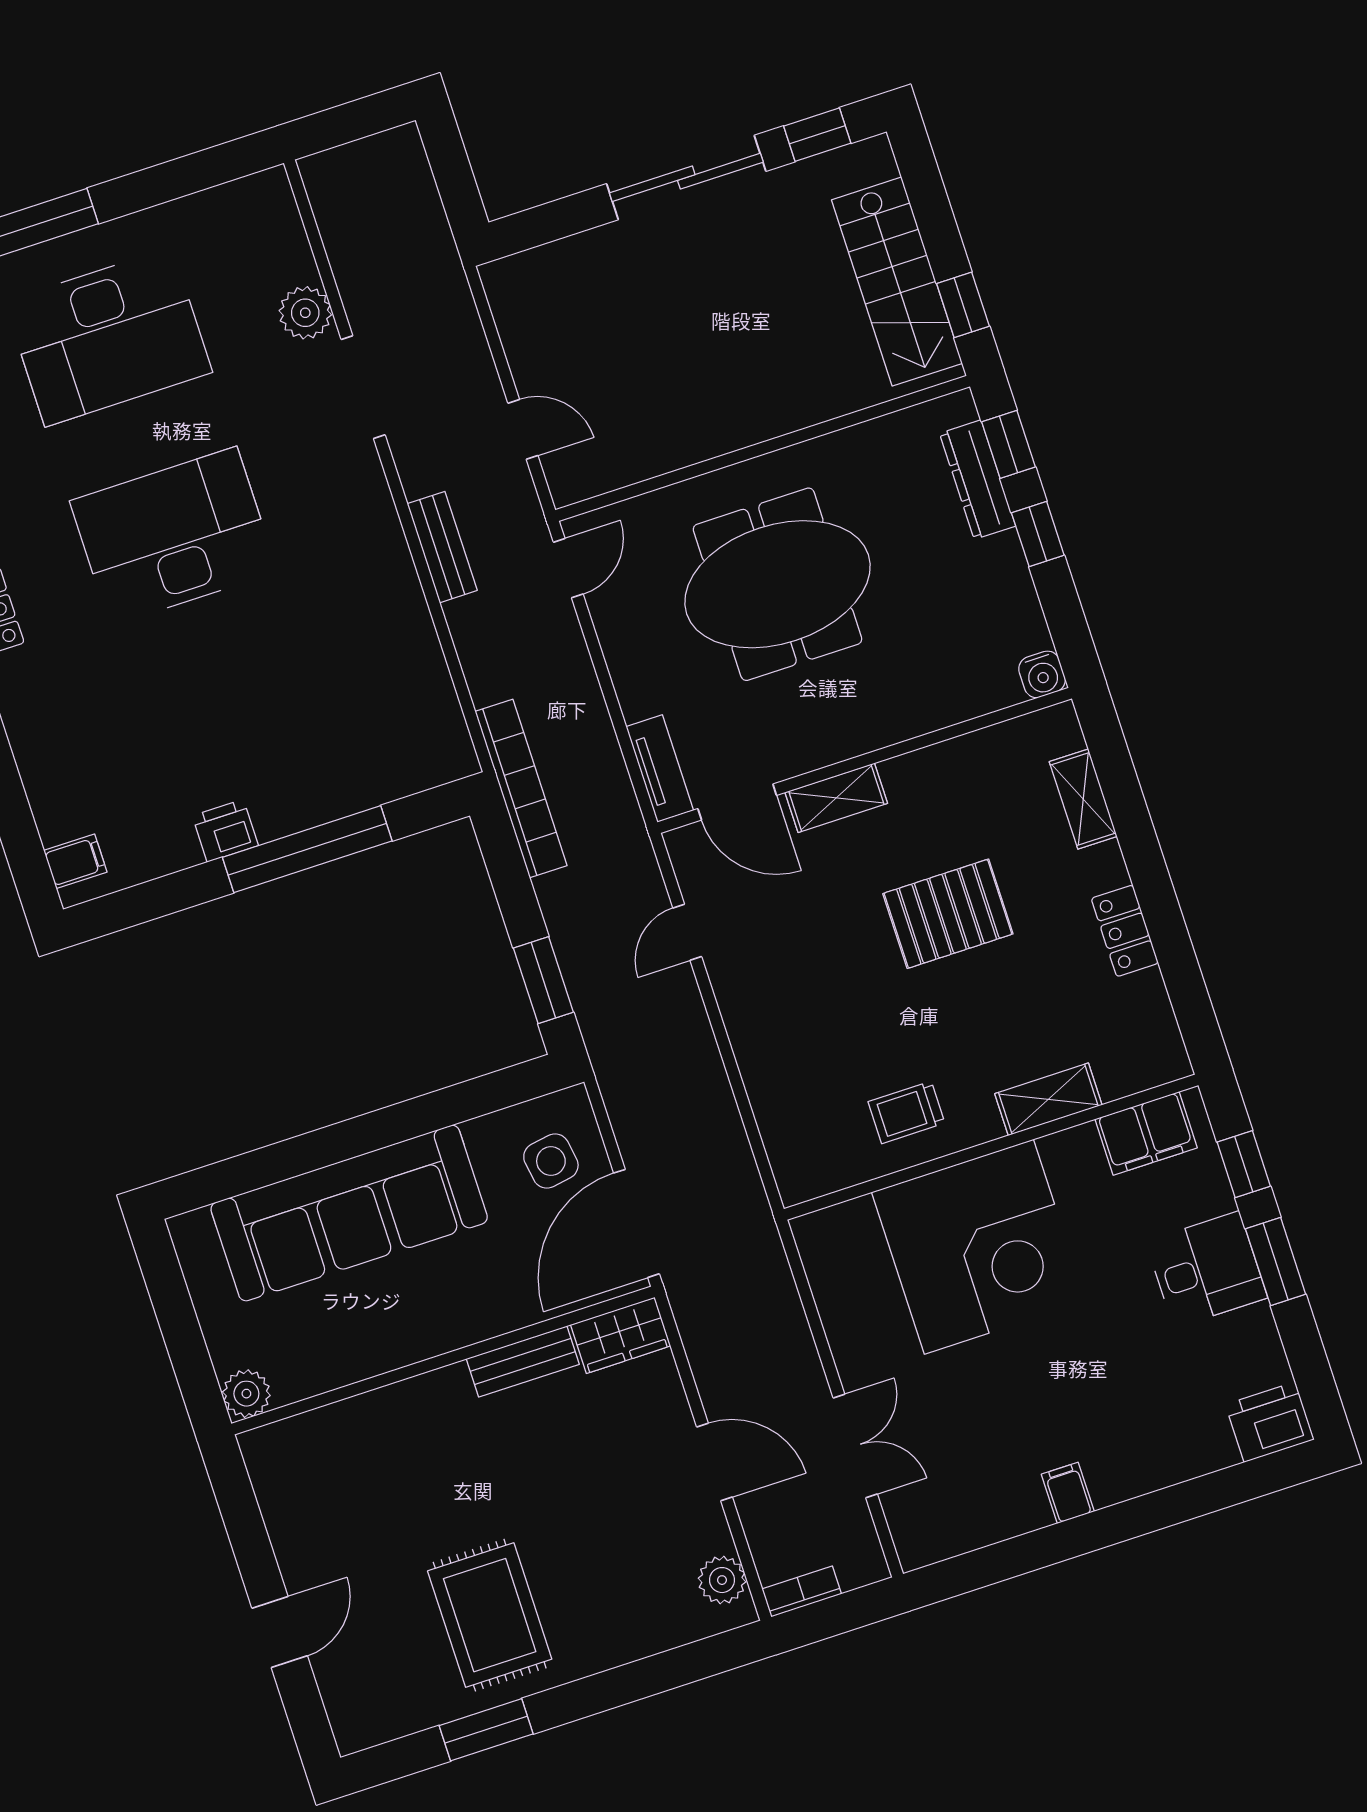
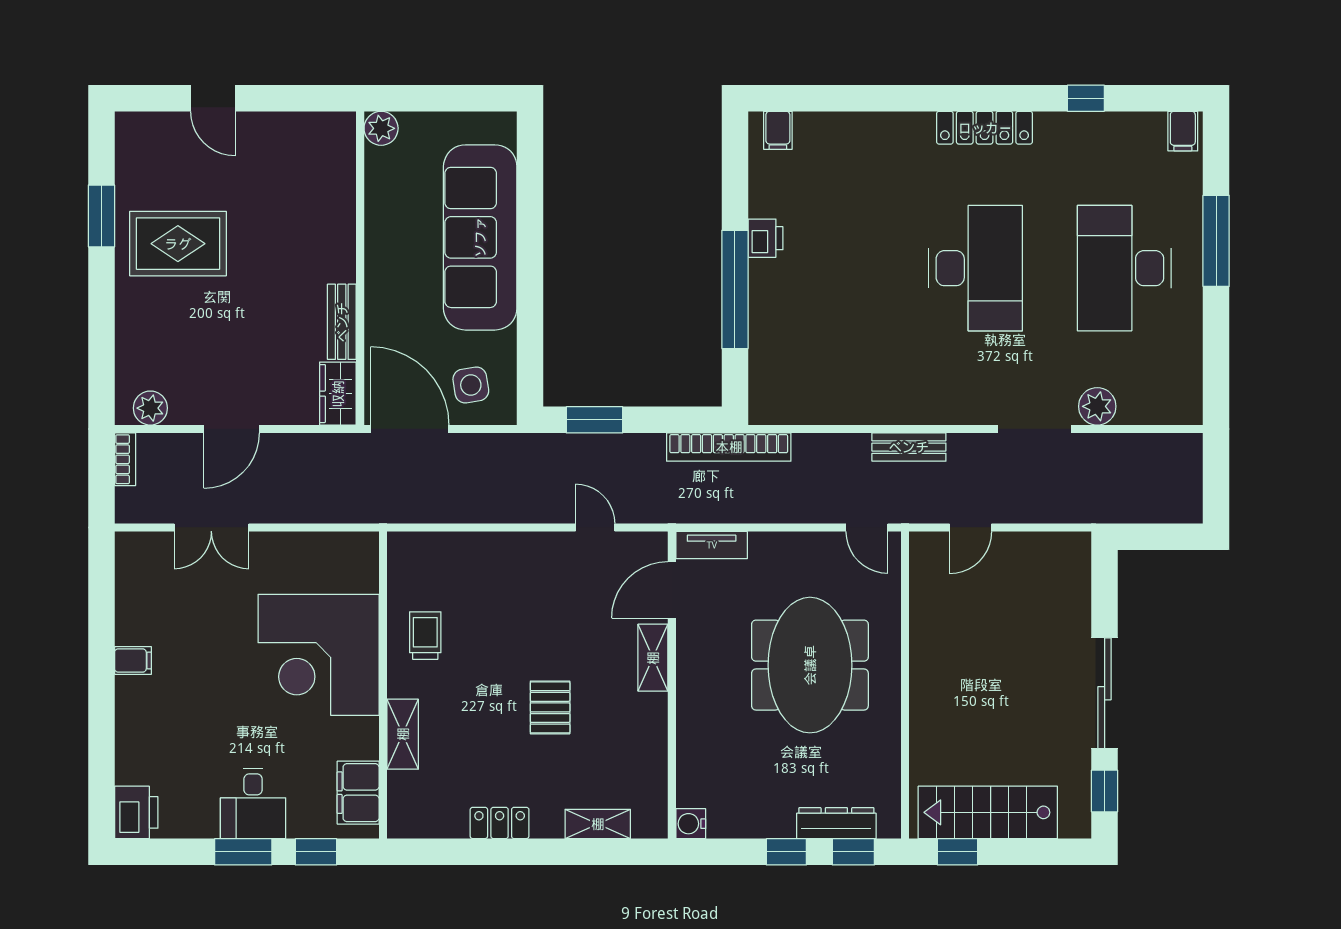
pallet: (948, 914) -> (550, 707), width x0.67, depth x0.71

